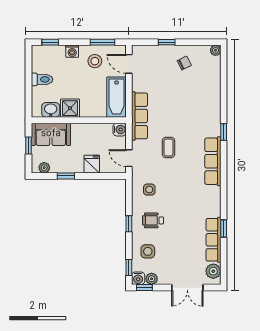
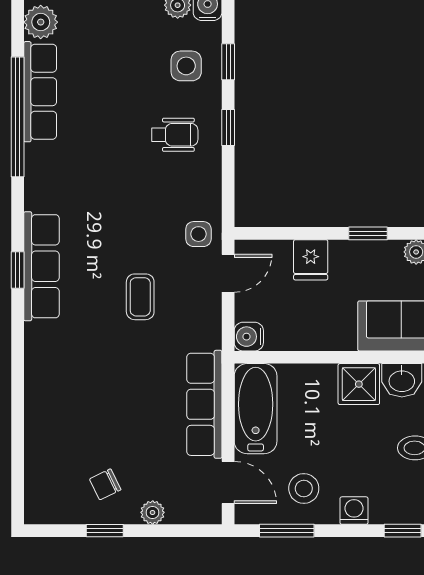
window: (167, 42) -> (105, 531), moved
plant: (216, 50) -> (153, 512), moved
row of seats: (140, 116) -> (204, 404), moved
window: (224, 132) -> (18, 270), moved
door: (129, 158) -> (228, 273), hinge flipped
side table: (149, 190) -> (198, 234), moved
window: (224, 228) -> (18, 117), width x3.17
window: (129, 267) -> (228, 62), moved

